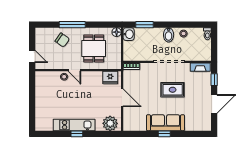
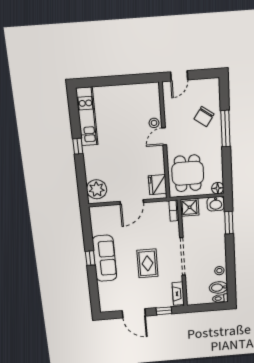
bidet: (169, 35) -> (218, 288), moved
dining table: (94, 48) -> (188, 173), moved, turned 90
shower: (130, 54) -> (190, 207), added
kitchen unit: (74, 125) -> (87, 117), moved

